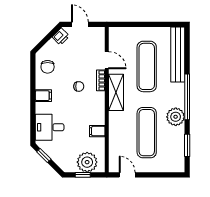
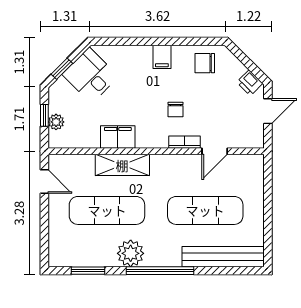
shelving: (116, 92) -> (122, 165), moved
desk: (50, 127) -> (90, 75), moved, turned -45
filing cabinet: (97, 131) -> (118, 137), width x2.00
window: (44, 155) -> (62, 69), moved
plant: (87, 162) -> (56, 122), width x0.53, depth x0.53
door: (127, 175) -> (44, 181), hinge flipped

